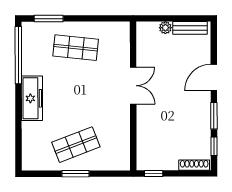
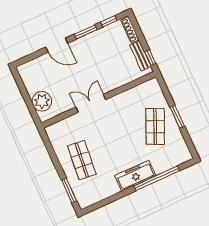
plant: (165, 28) -> (42, 101), width x1.87, depth x1.87
bench: (190, 28) -> (141, 56), moved
window: (18, 55) -> (157, 178), moved
shop shelf: (76, 145) -> (155, 126), turned 45

